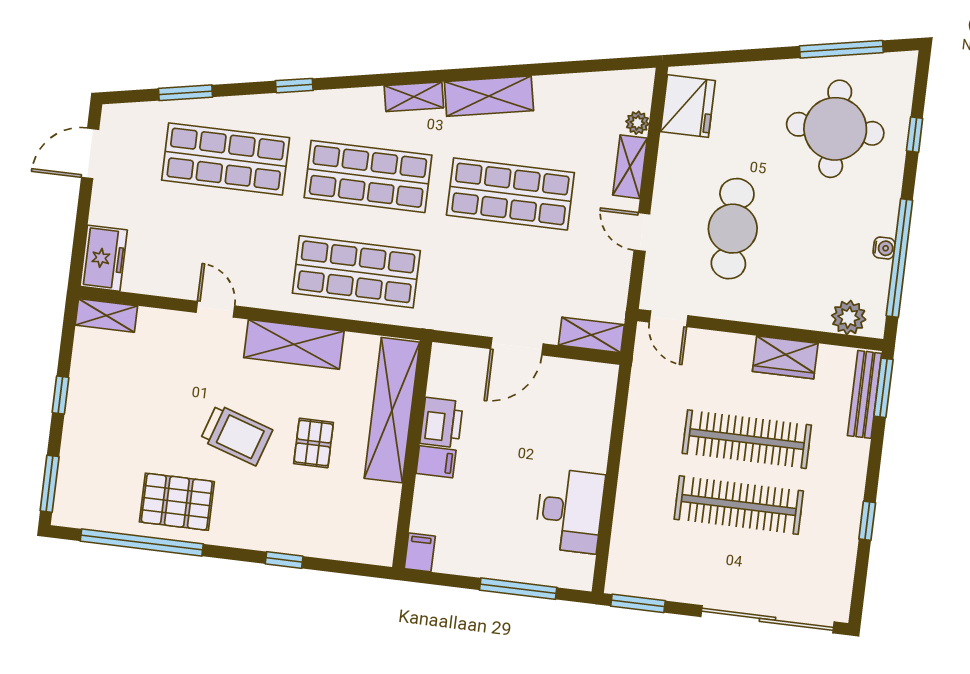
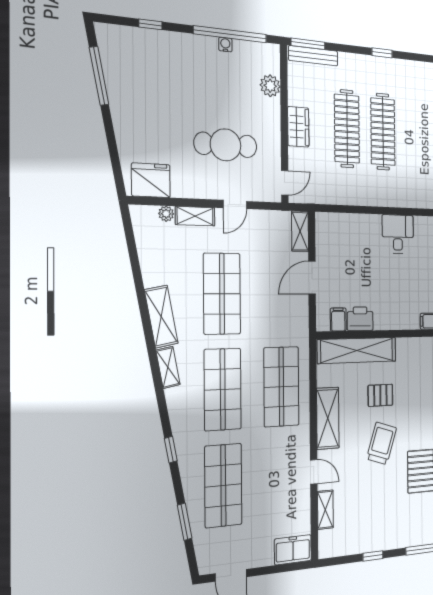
round table: (835, 129) -> (153, 79), removed
door: (215, 309) -> (314, 472), swing flipped
shelving: (106, 315) -> (325, 510), moved
plant: (849, 317) -> (270, 86), moved
door: (517, 346) -> (312, 278), swing flipped
wardrobe: (785, 357) -> (298, 127), moved
filing cabinet: (436, 462) -> (338, 320), moved
desk: (570, 511) -> (398, 234), width x0.73

